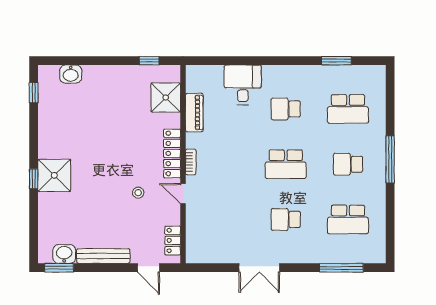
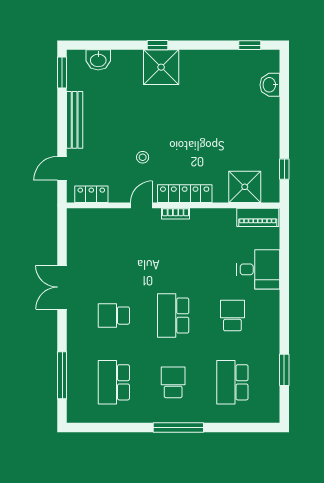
piano: (194, 113) -> (258, 217), moved
school desk: (286, 219) -> (114, 316), turned -90
washbasin: (64, 254) -> (98, 60), moved, turned 90

